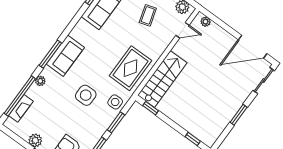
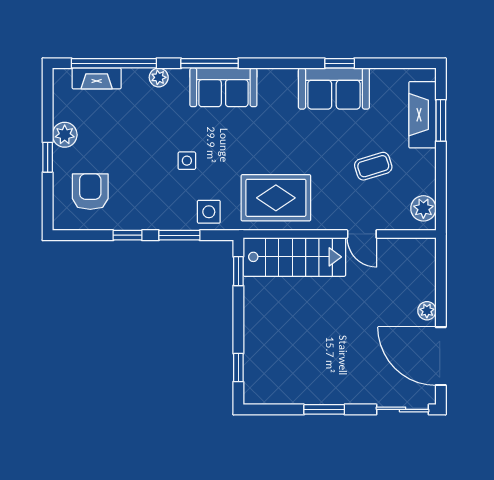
plant: (206, 22) -> (427, 311), moved
door: (183, 30) -> (362, 234), moved
side table: (86, 95) -> (187, 161), width x0.54, depth x0.54

